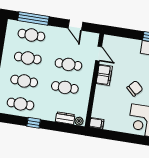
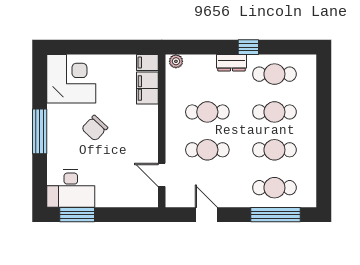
filing cabinet: (104, 75) -> (147, 88), moved
dresser: (65, 118) -> (232, 63), moved

